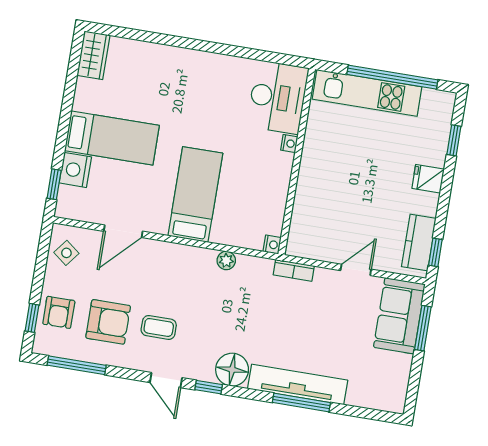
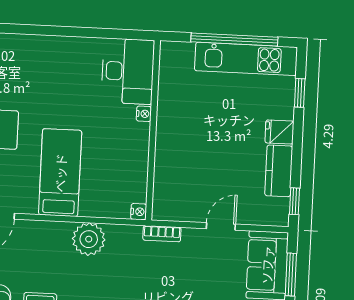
kitchen unit: (367, 93) -> (246, 59), moved
kitchen counter: (419, 242) -> (279, 171), moved
plant: (226, 261) -> (89, 239), width x1.88, depth x1.88

